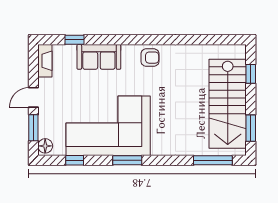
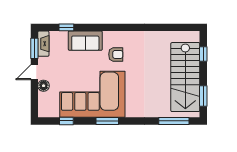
armchair: (150, 58) -> (116, 54), moved
window: (33, 128) -> (34, 48), moved
floor lamp: (45, 146) -> (44, 86), moved

